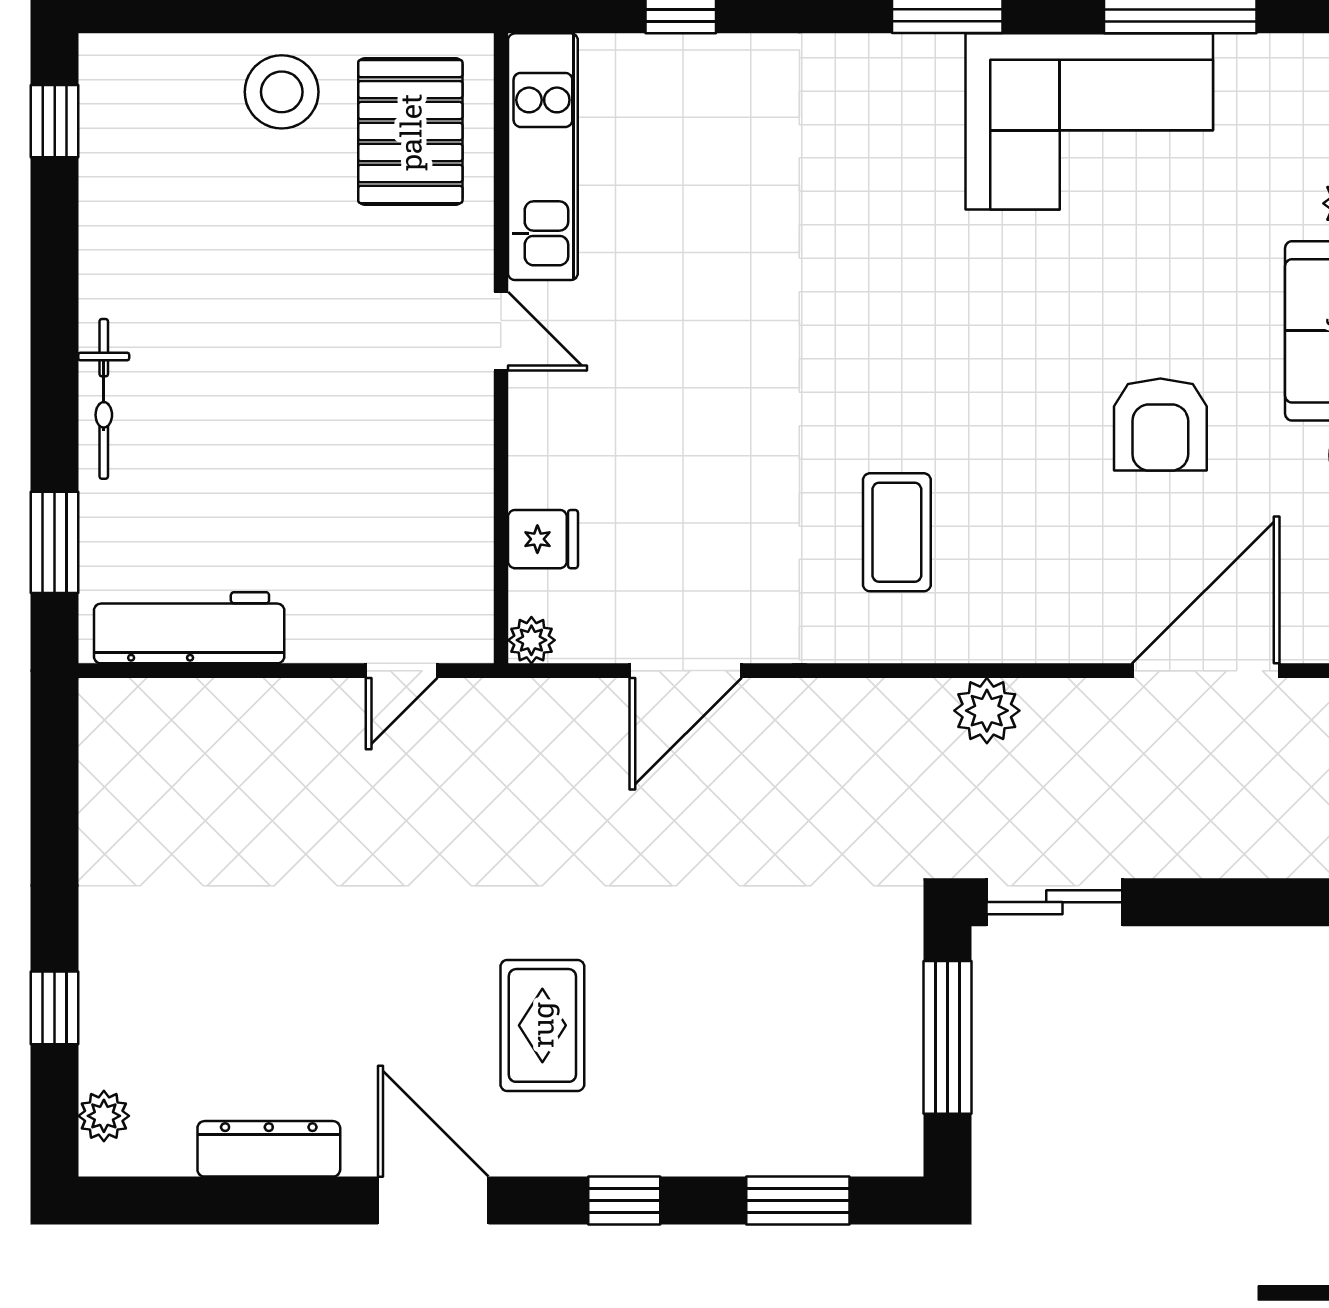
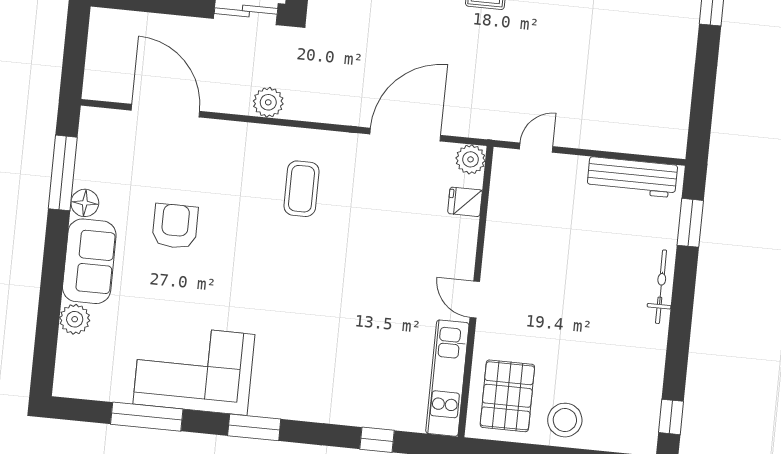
plant: (531, 640) -> (471, 159), width x1.38, depth x1.38
door: (686, 671) -> (405, 135), width x1.36
door: (1206, 671) -> (165, 111), swing flipped

